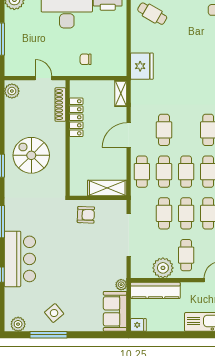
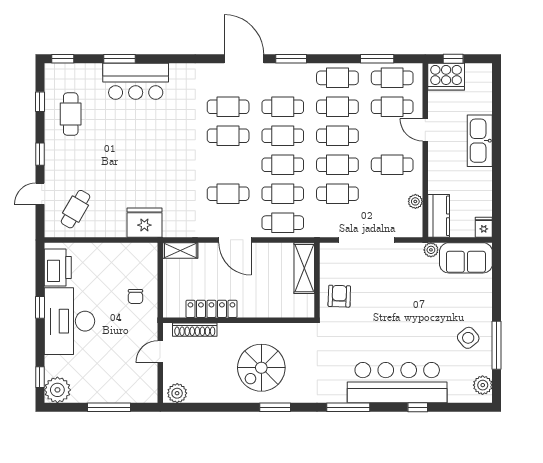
bar counter: (20, 259) -> (397, 383), width x1.36
plant: (163, 268) -> (415, 201), width x0.53, depth x0.53
kitchen counter: (155, 290) -> (439, 216), width x0.67

